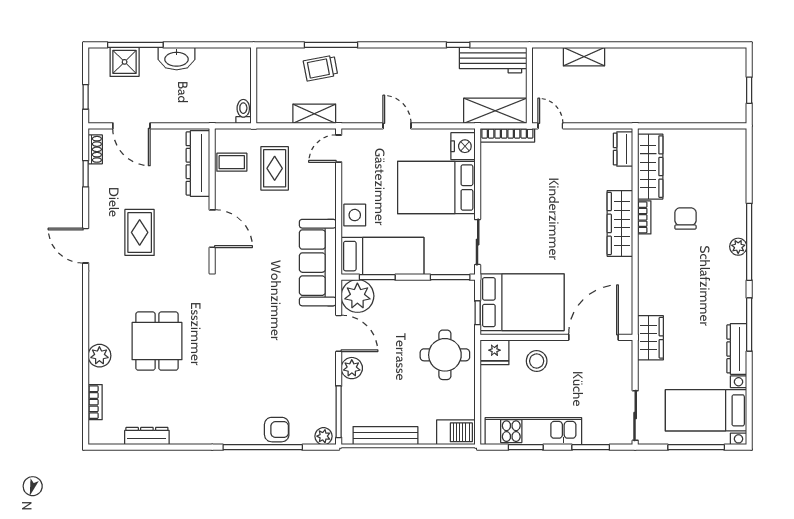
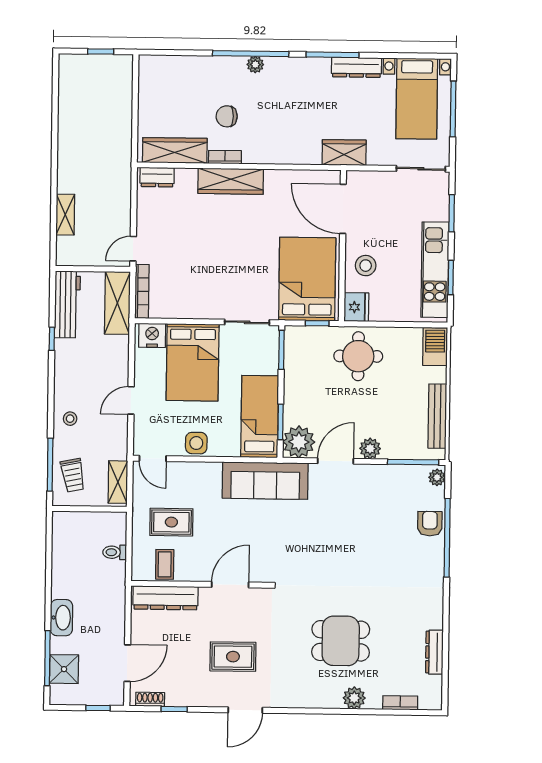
stool: (378, 65) -> (70, 419), added
wall: (254, 85) -> (89, 509), moved
side table: (355, 215) -> (196, 443), moved

